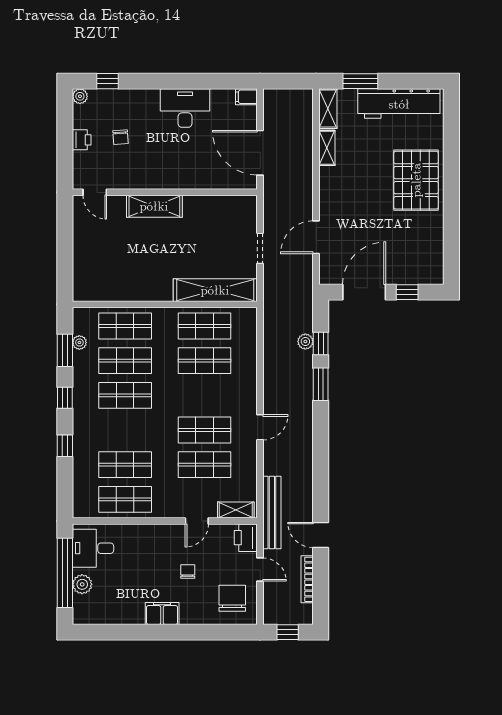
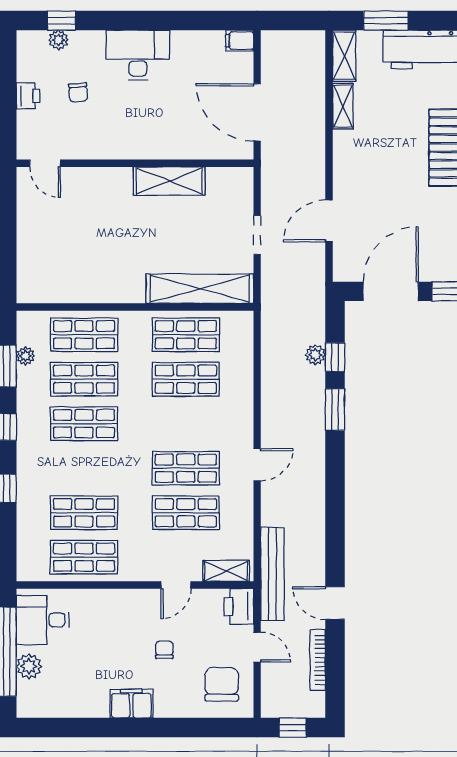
plant: (80, 96) -> (58, 40), moved
desk: (185, 108) -> (138, 55), moved
shelving: (154, 206) -> (169, 181), moved

